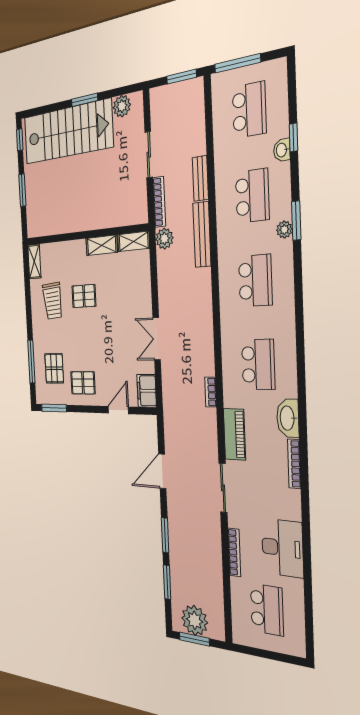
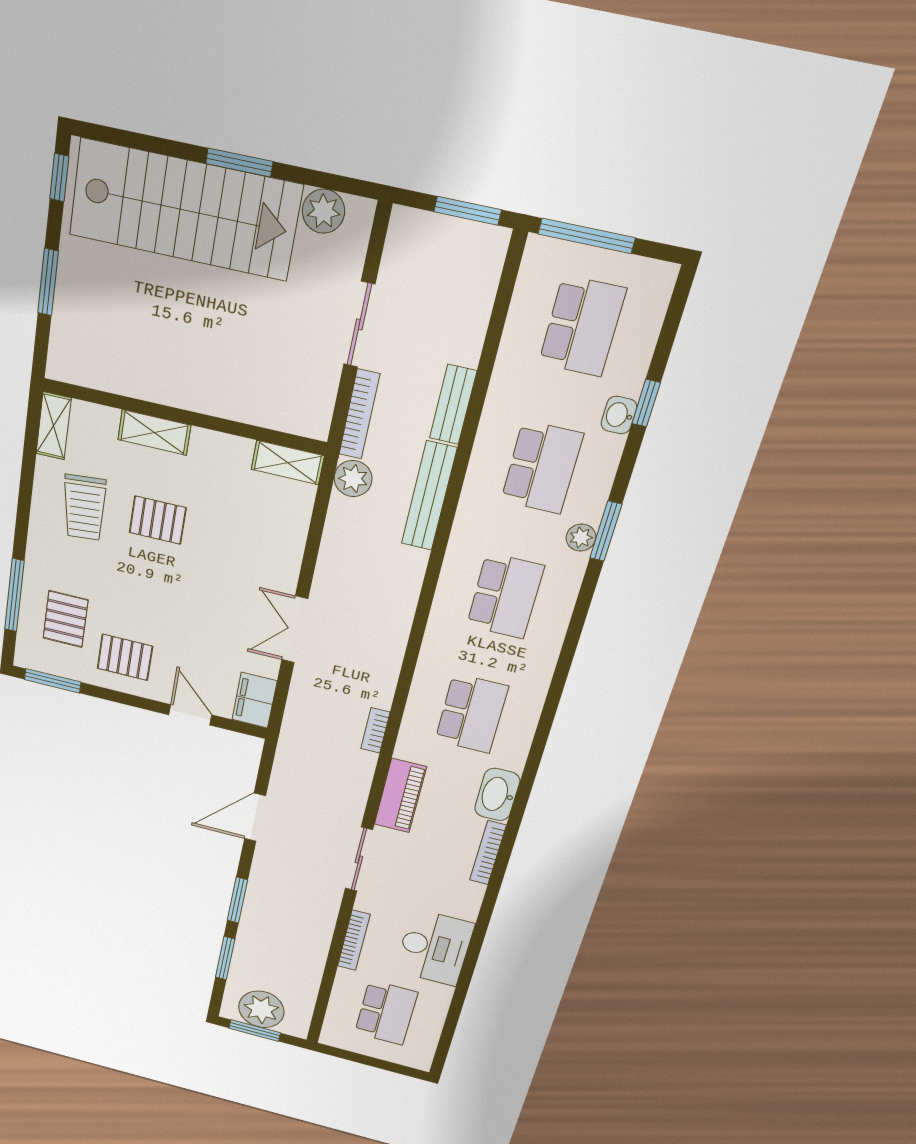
shelving: (102, 245) -> (154, 432), moved
door: (118, 410) -> (190, 715), hinge flipped

